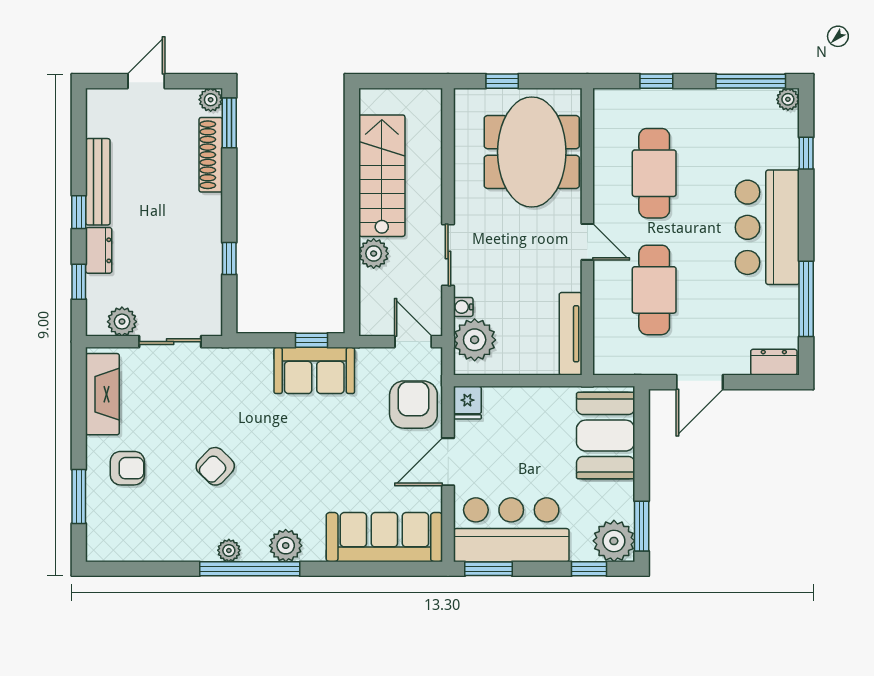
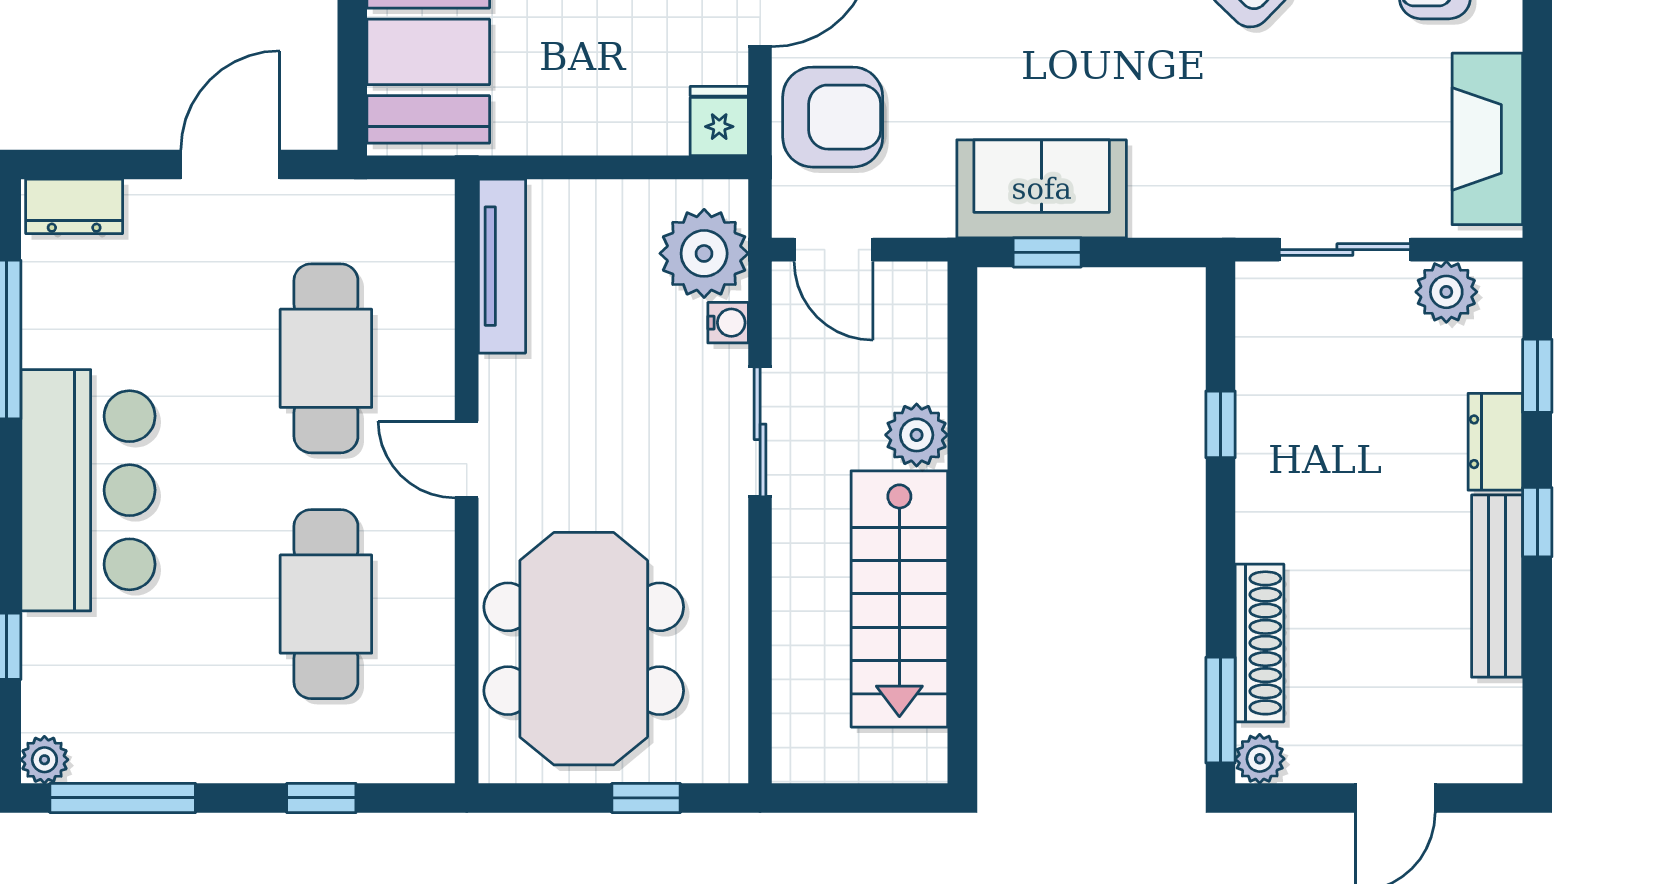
armchair: (413, 405) -> (833, 117), turned -90

